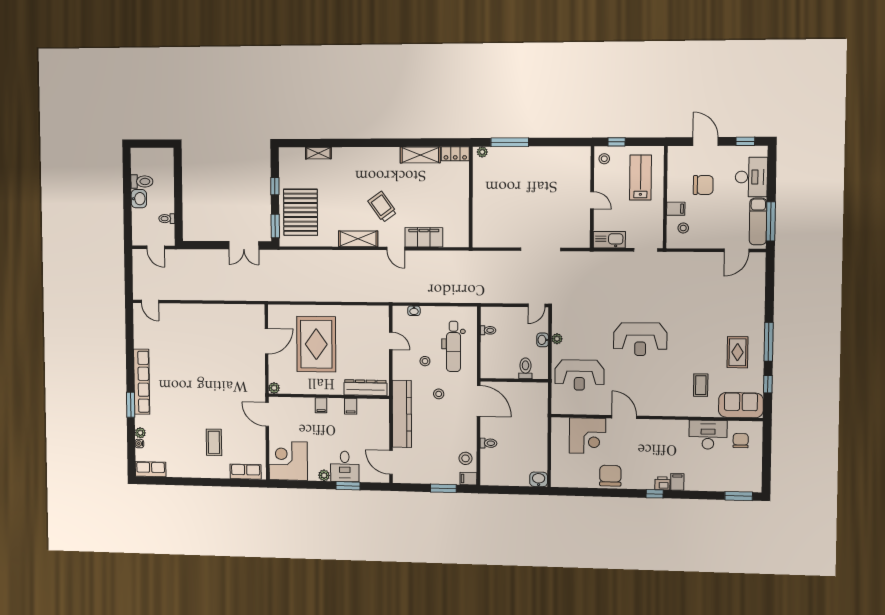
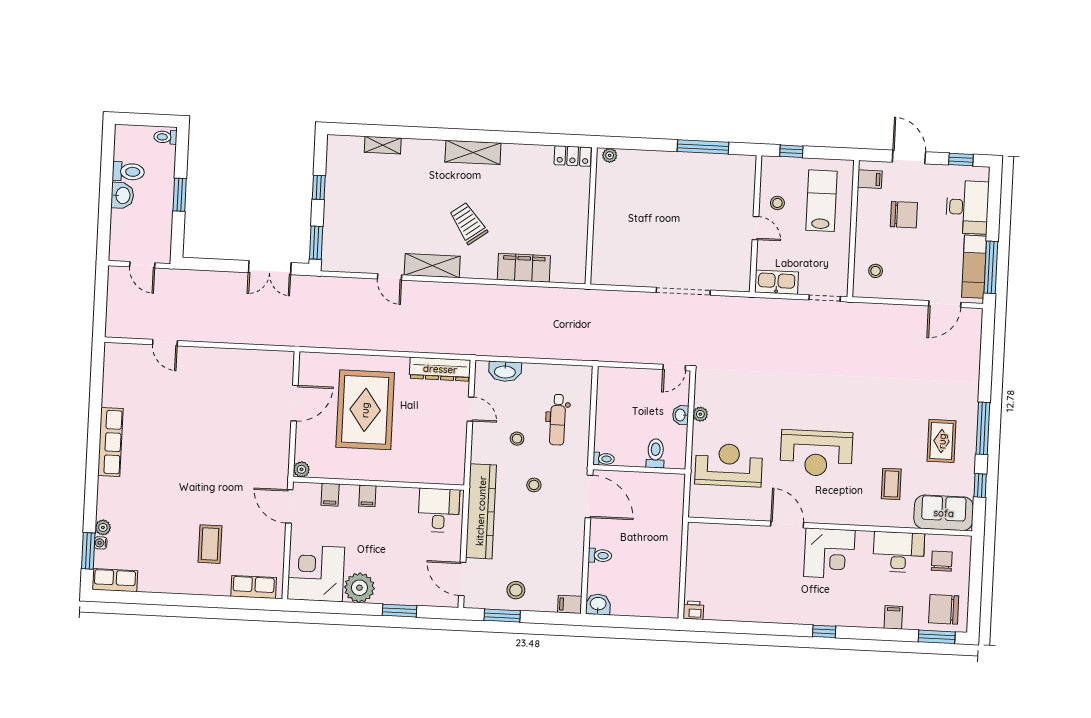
window: (510, 142) -> (703, 147), moved
shelving: (420, 155) -> (473, 152), moved
stool: (604, 159) -> (777, 203), moved
window: (178, 196) -> (180, 195), added
filing cabinet: (676, 209) -> (870, 179), moved
pallet: (301, 212) -> (353, 225), removed
toilet: (167, 219) -> (165, 137), moved
door: (396, 249) -> (390, 277), moved
door: (150, 301) -> (165, 343), moved
washbasin: (414, 311) -> (505, 371), width x1.91, depth x1.45
toilet: (488, 330) -> (604, 459), moved
reception desk: (640, 339) -> (816, 453), moved
dental chair: (453, 346) -> (558, 420), width x0.73, depth x0.72
reception desk: (579, 375) -> (729, 465), turned 180
row of seats: (142, 382) -> (110, 442), width x0.73
dresser: (365, 388) -> (440, 369), moved, turned 180
window: (131, 405) -> (88, 551), moved
filing cabinet: (351, 406) -> (330, 495), moved
corner desk: (587, 436) -> (829, 553), moved
stool: (465, 458) -> (516, 590), moved
desk: (345, 466) -> (439, 510), moved, turned 180
plant: (324, 475) -> (359, 588), width x1.87, depth x1.87
chair: (610, 476) -> (944, 609), moved, turned -90
washbasin: (539, 479) -> (598, 604), moved
filing cabinet: (677, 482) -> (893, 617), moved
printer: (662, 483) -> (693, 610), moved
window: (443, 488) -> (502, 616), moved

